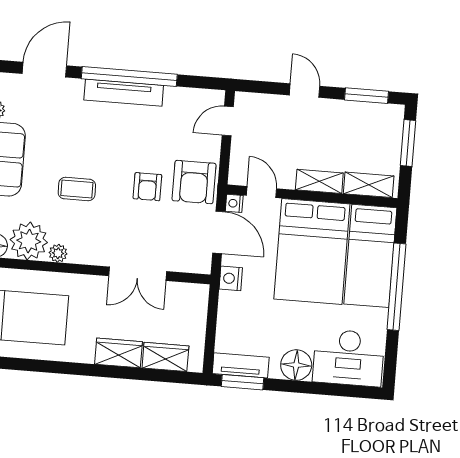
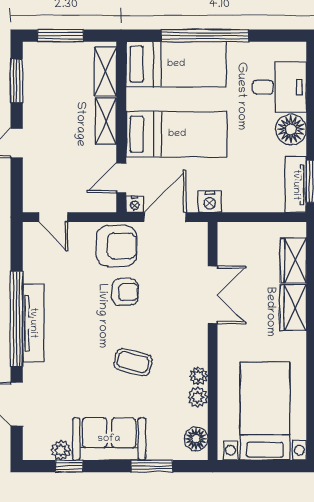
coffee table: (77, 189) -> (133, 362), turned -76
plant: (29, 241) -> (198, 397), width x0.53, depth x0.53
bed: (312, 252) -> (177, 134), width x0.67
desk: (349, 358) -> (279, 87), width x0.73

